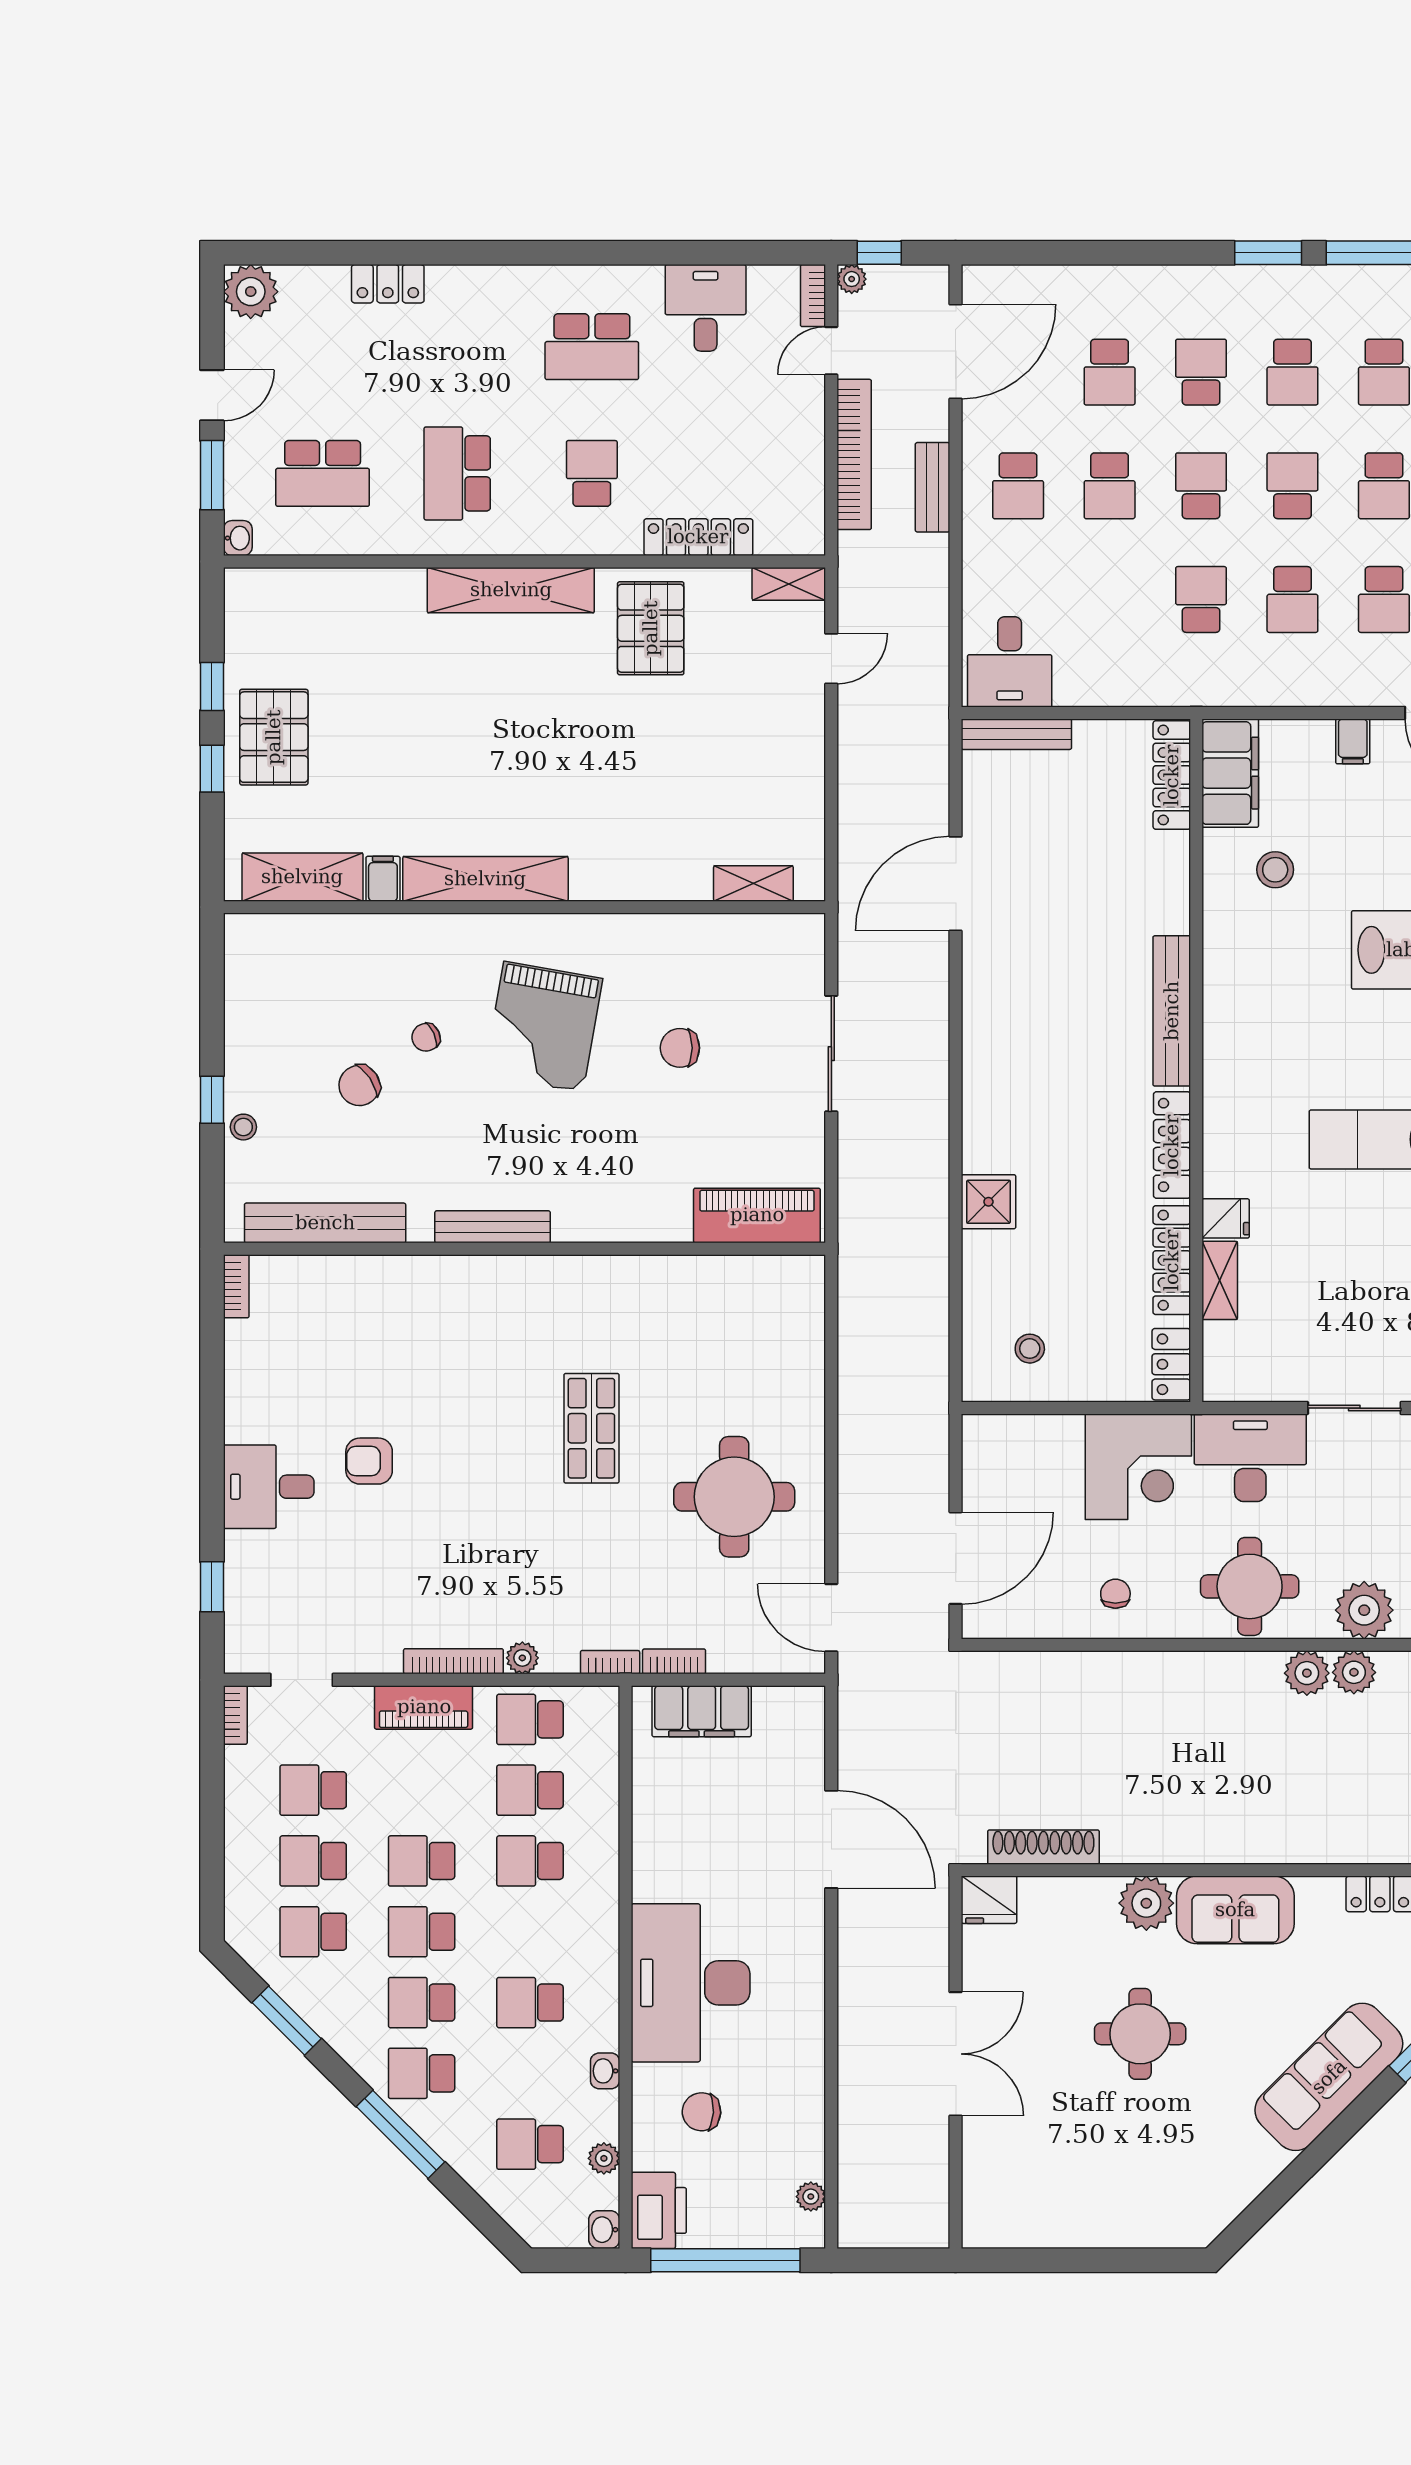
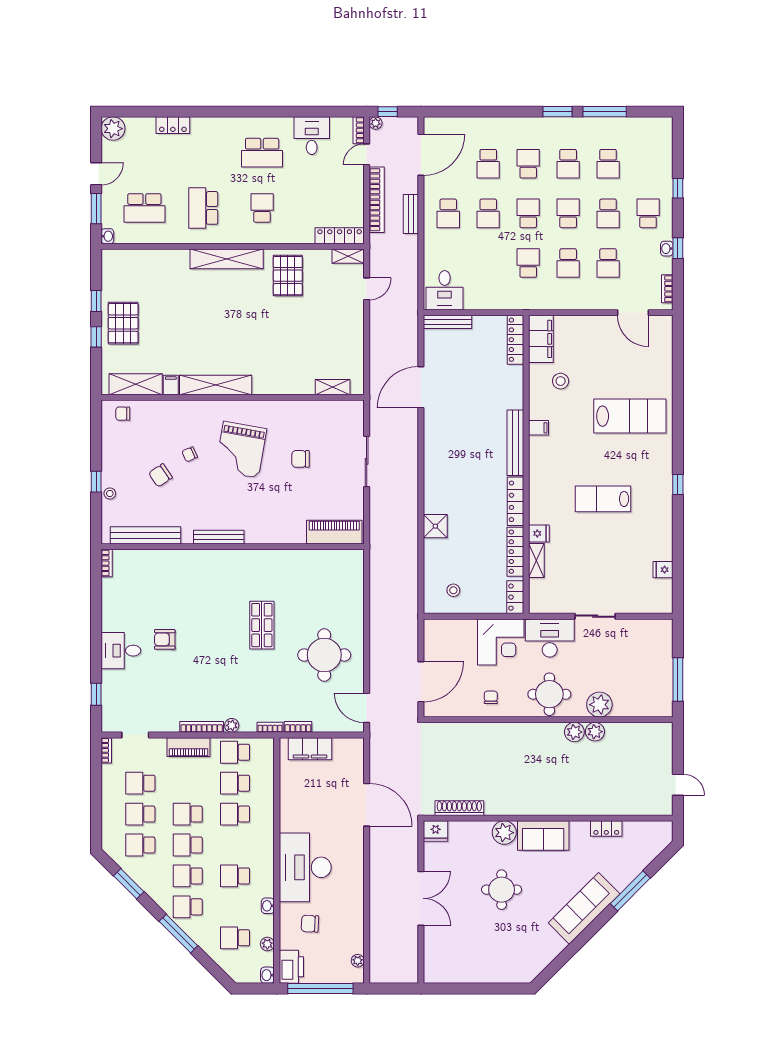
locker: (698, 537) -> (340, 236), moved
filing cabinet: (1353, 741) -> (539, 428), moved, turned -90
chair: (273, 944) -> (123, 414), added

